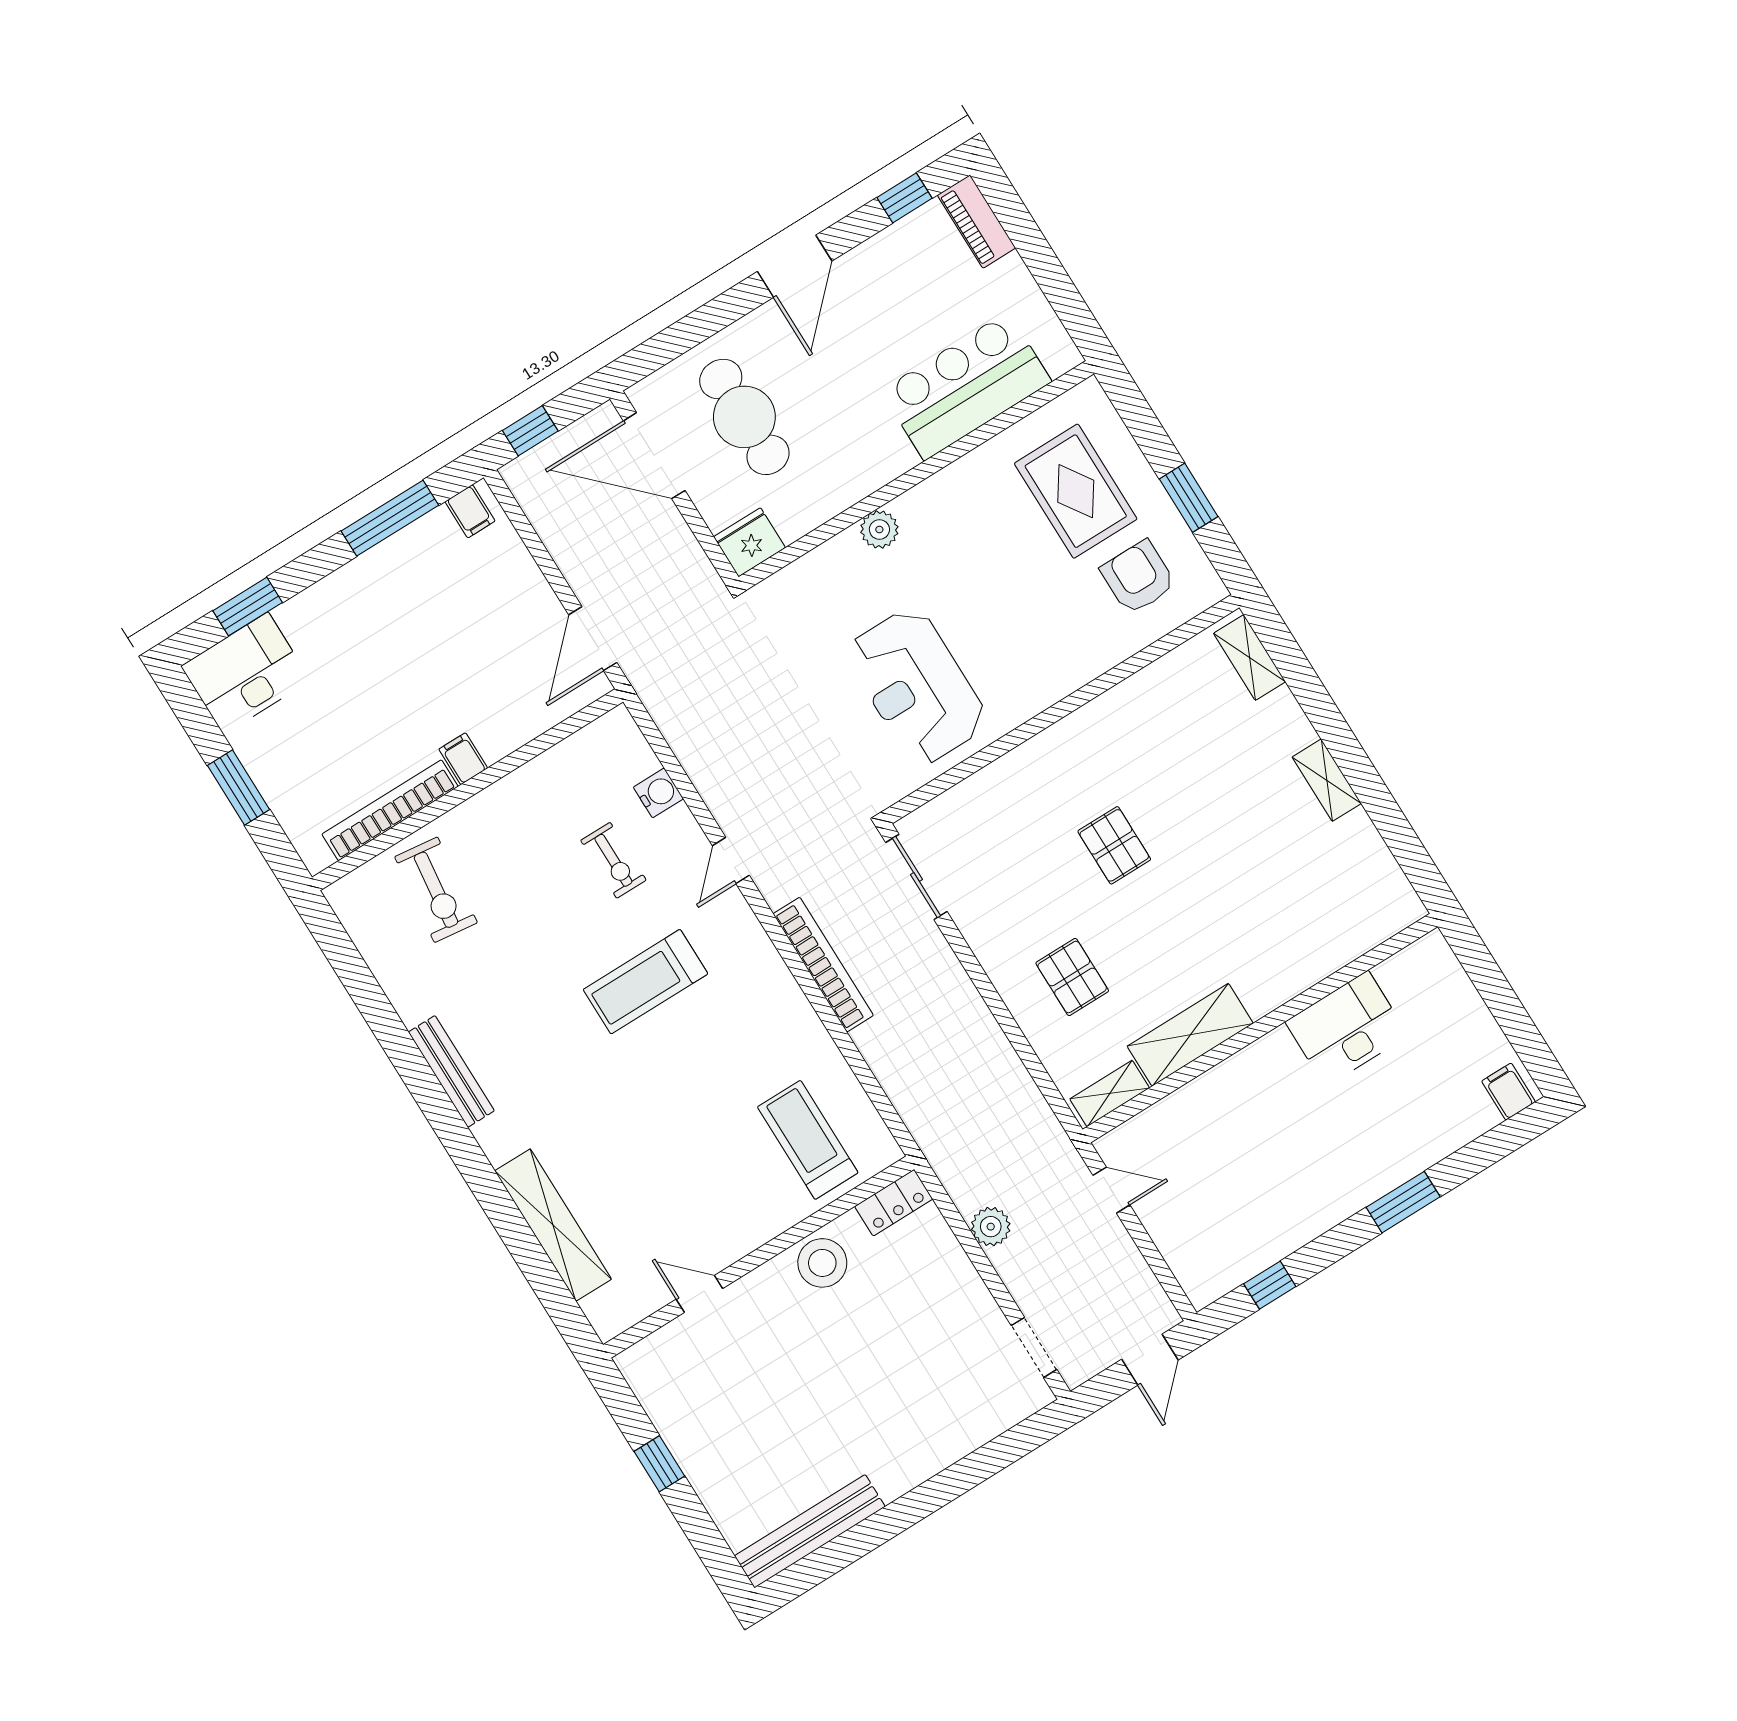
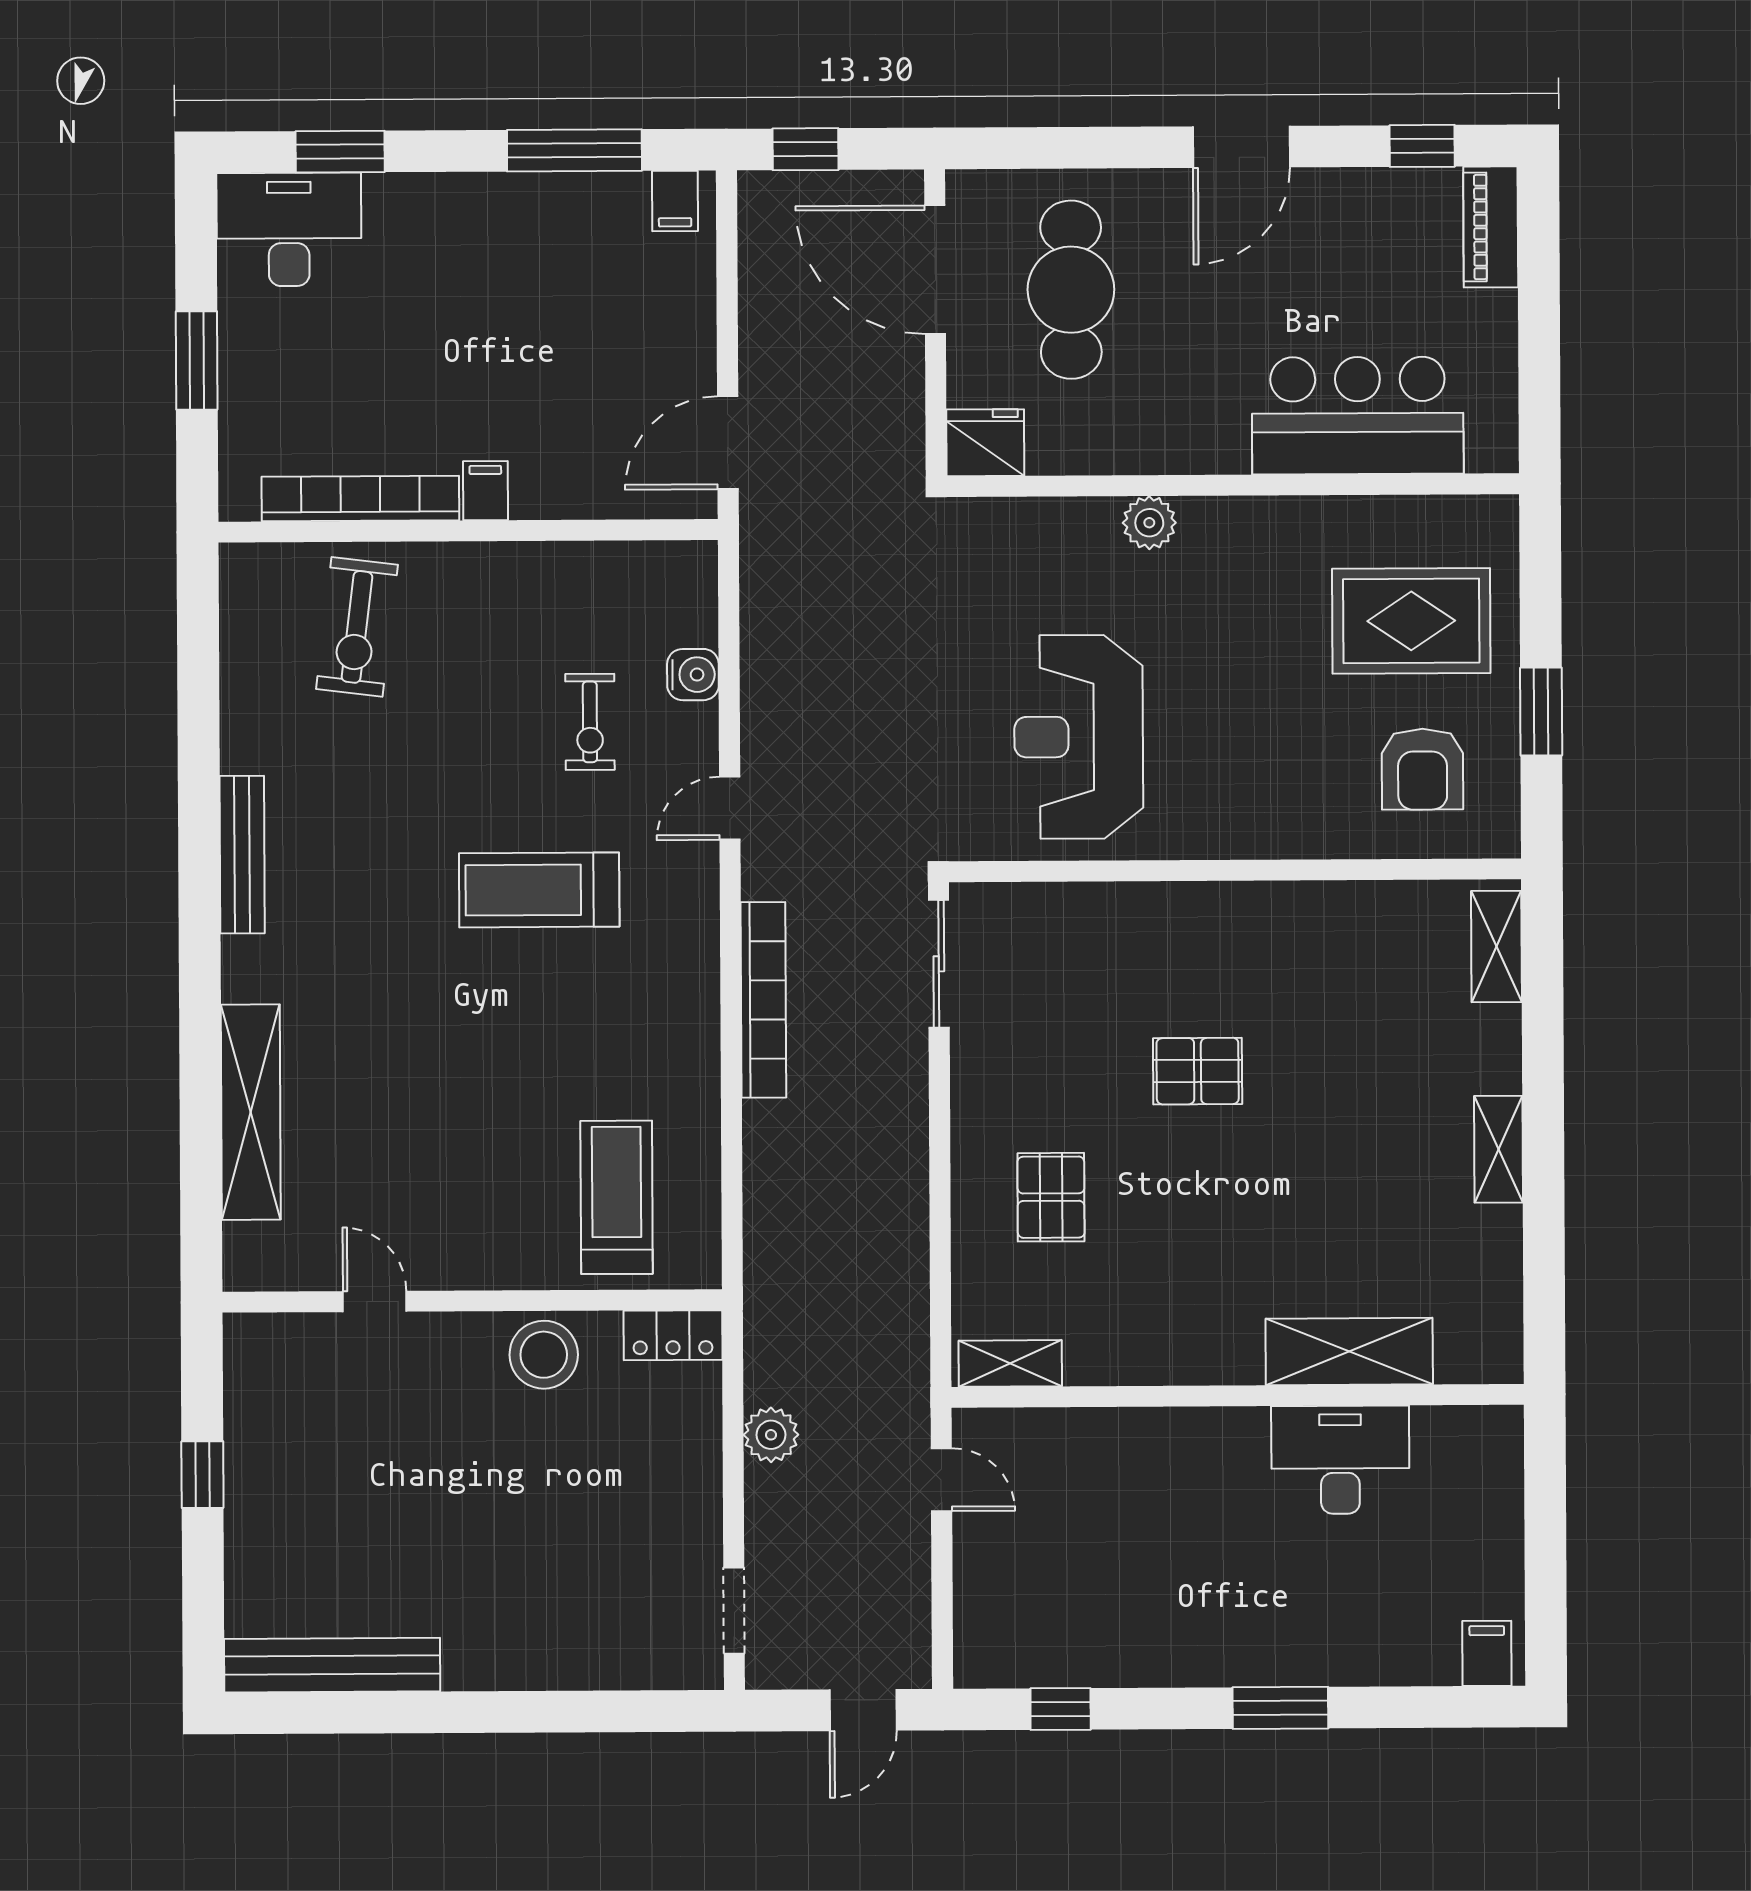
rug: (1076, 491) -> (1411, 621), turned 90
armchair: (1138, 577) -> (1423, 769), turned 180
pallet: (1114, 845) -> (1198, 1071), turned 90
shelving: (1190, 1035) -> (1349, 1351), moved

